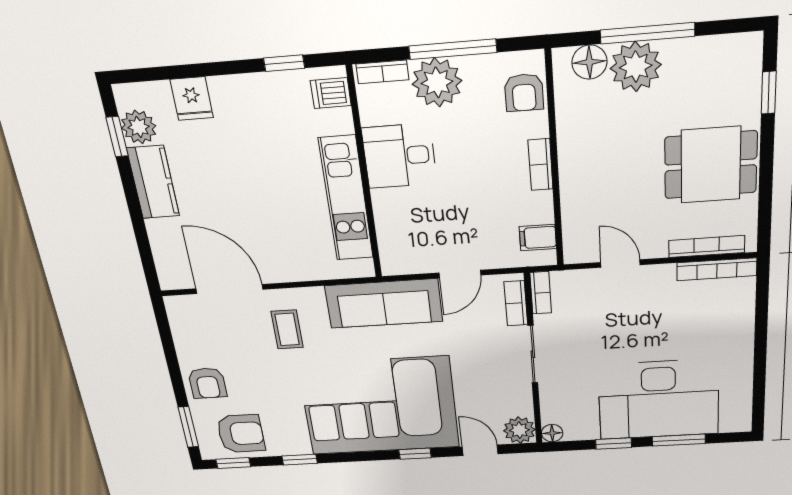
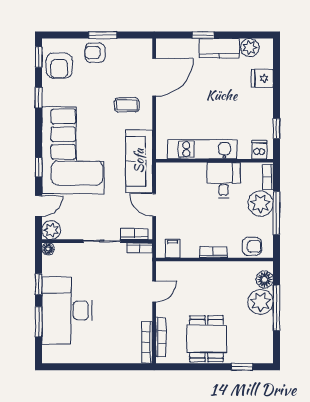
armchair: (524, 93) -> (252, 246), turned 180
window: (117, 137) -> (203, 35), moved
window: (188, 427) -> (103, 35), moved

